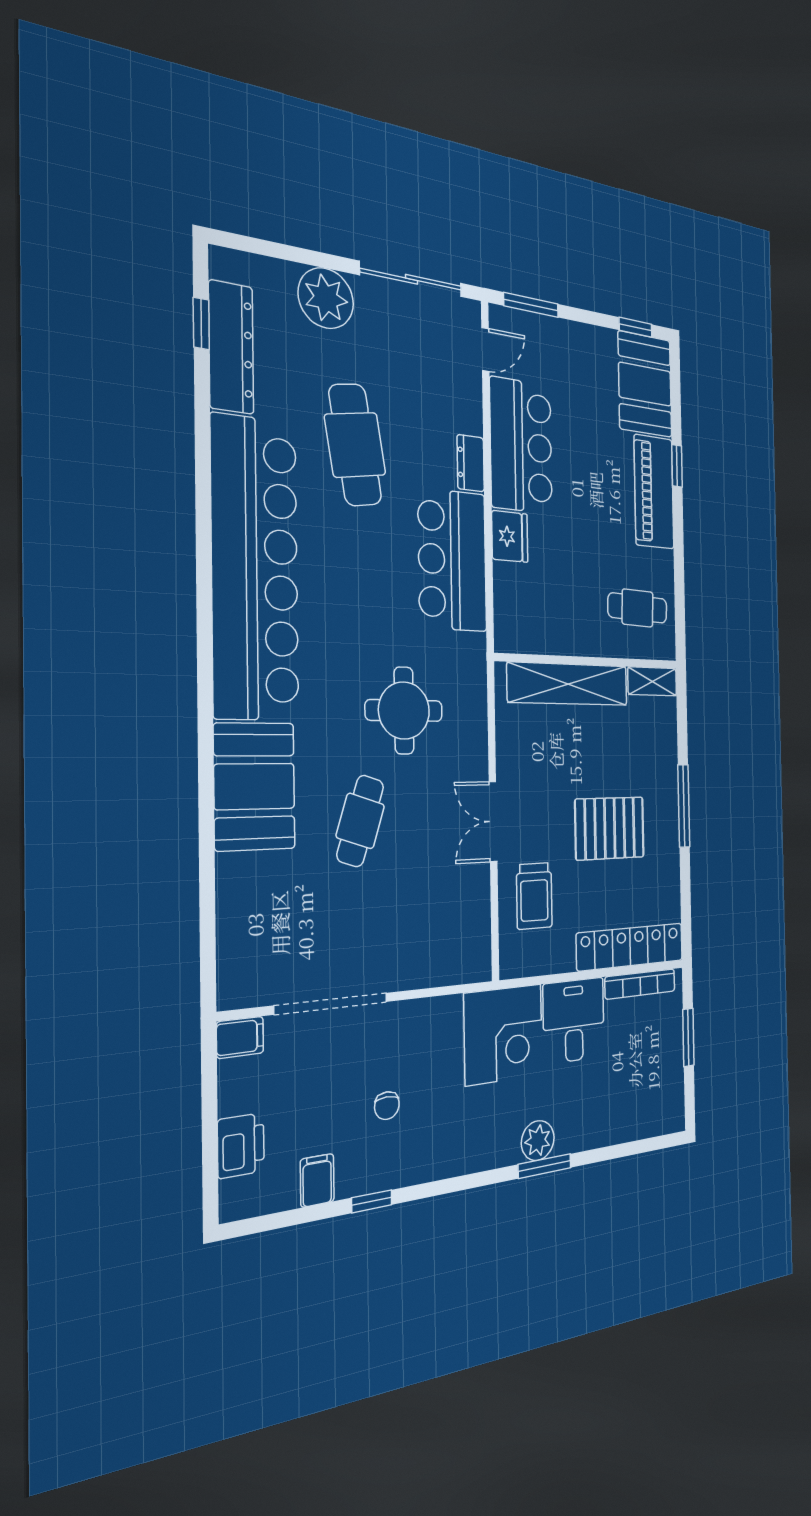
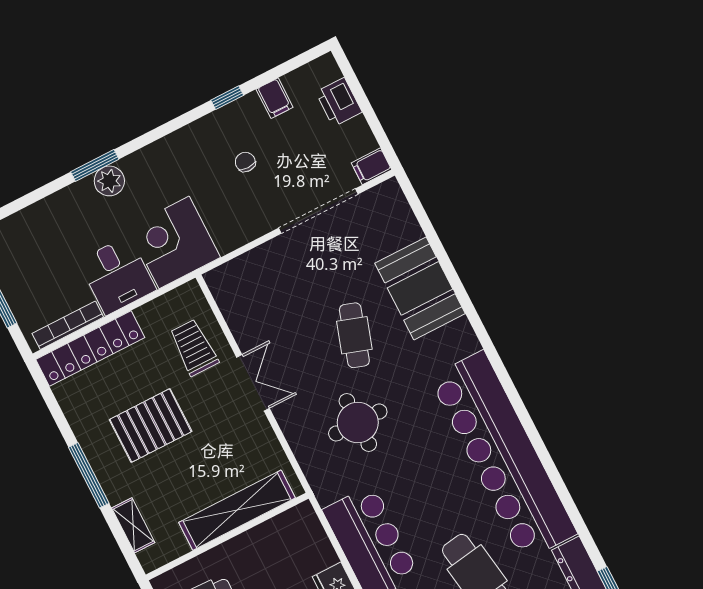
shelving: (652, 681) -> (133, 525), moved, turned 90
booth: (255, 786) -> (420, 288), moved

